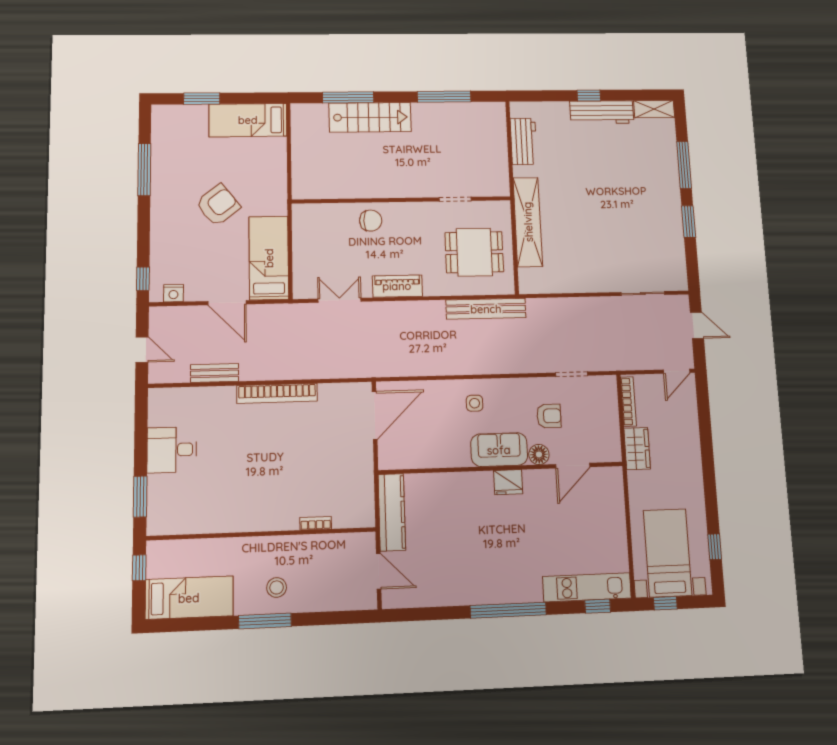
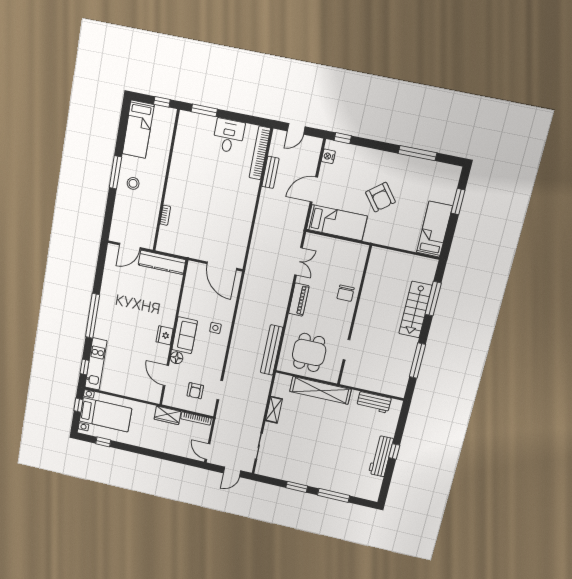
shelving: (654, 109) -> (274, 410), moved
bookcase: (277, 393) -> (260, 153), moved
armchair: (549, 416) -> (195, 391), moved

